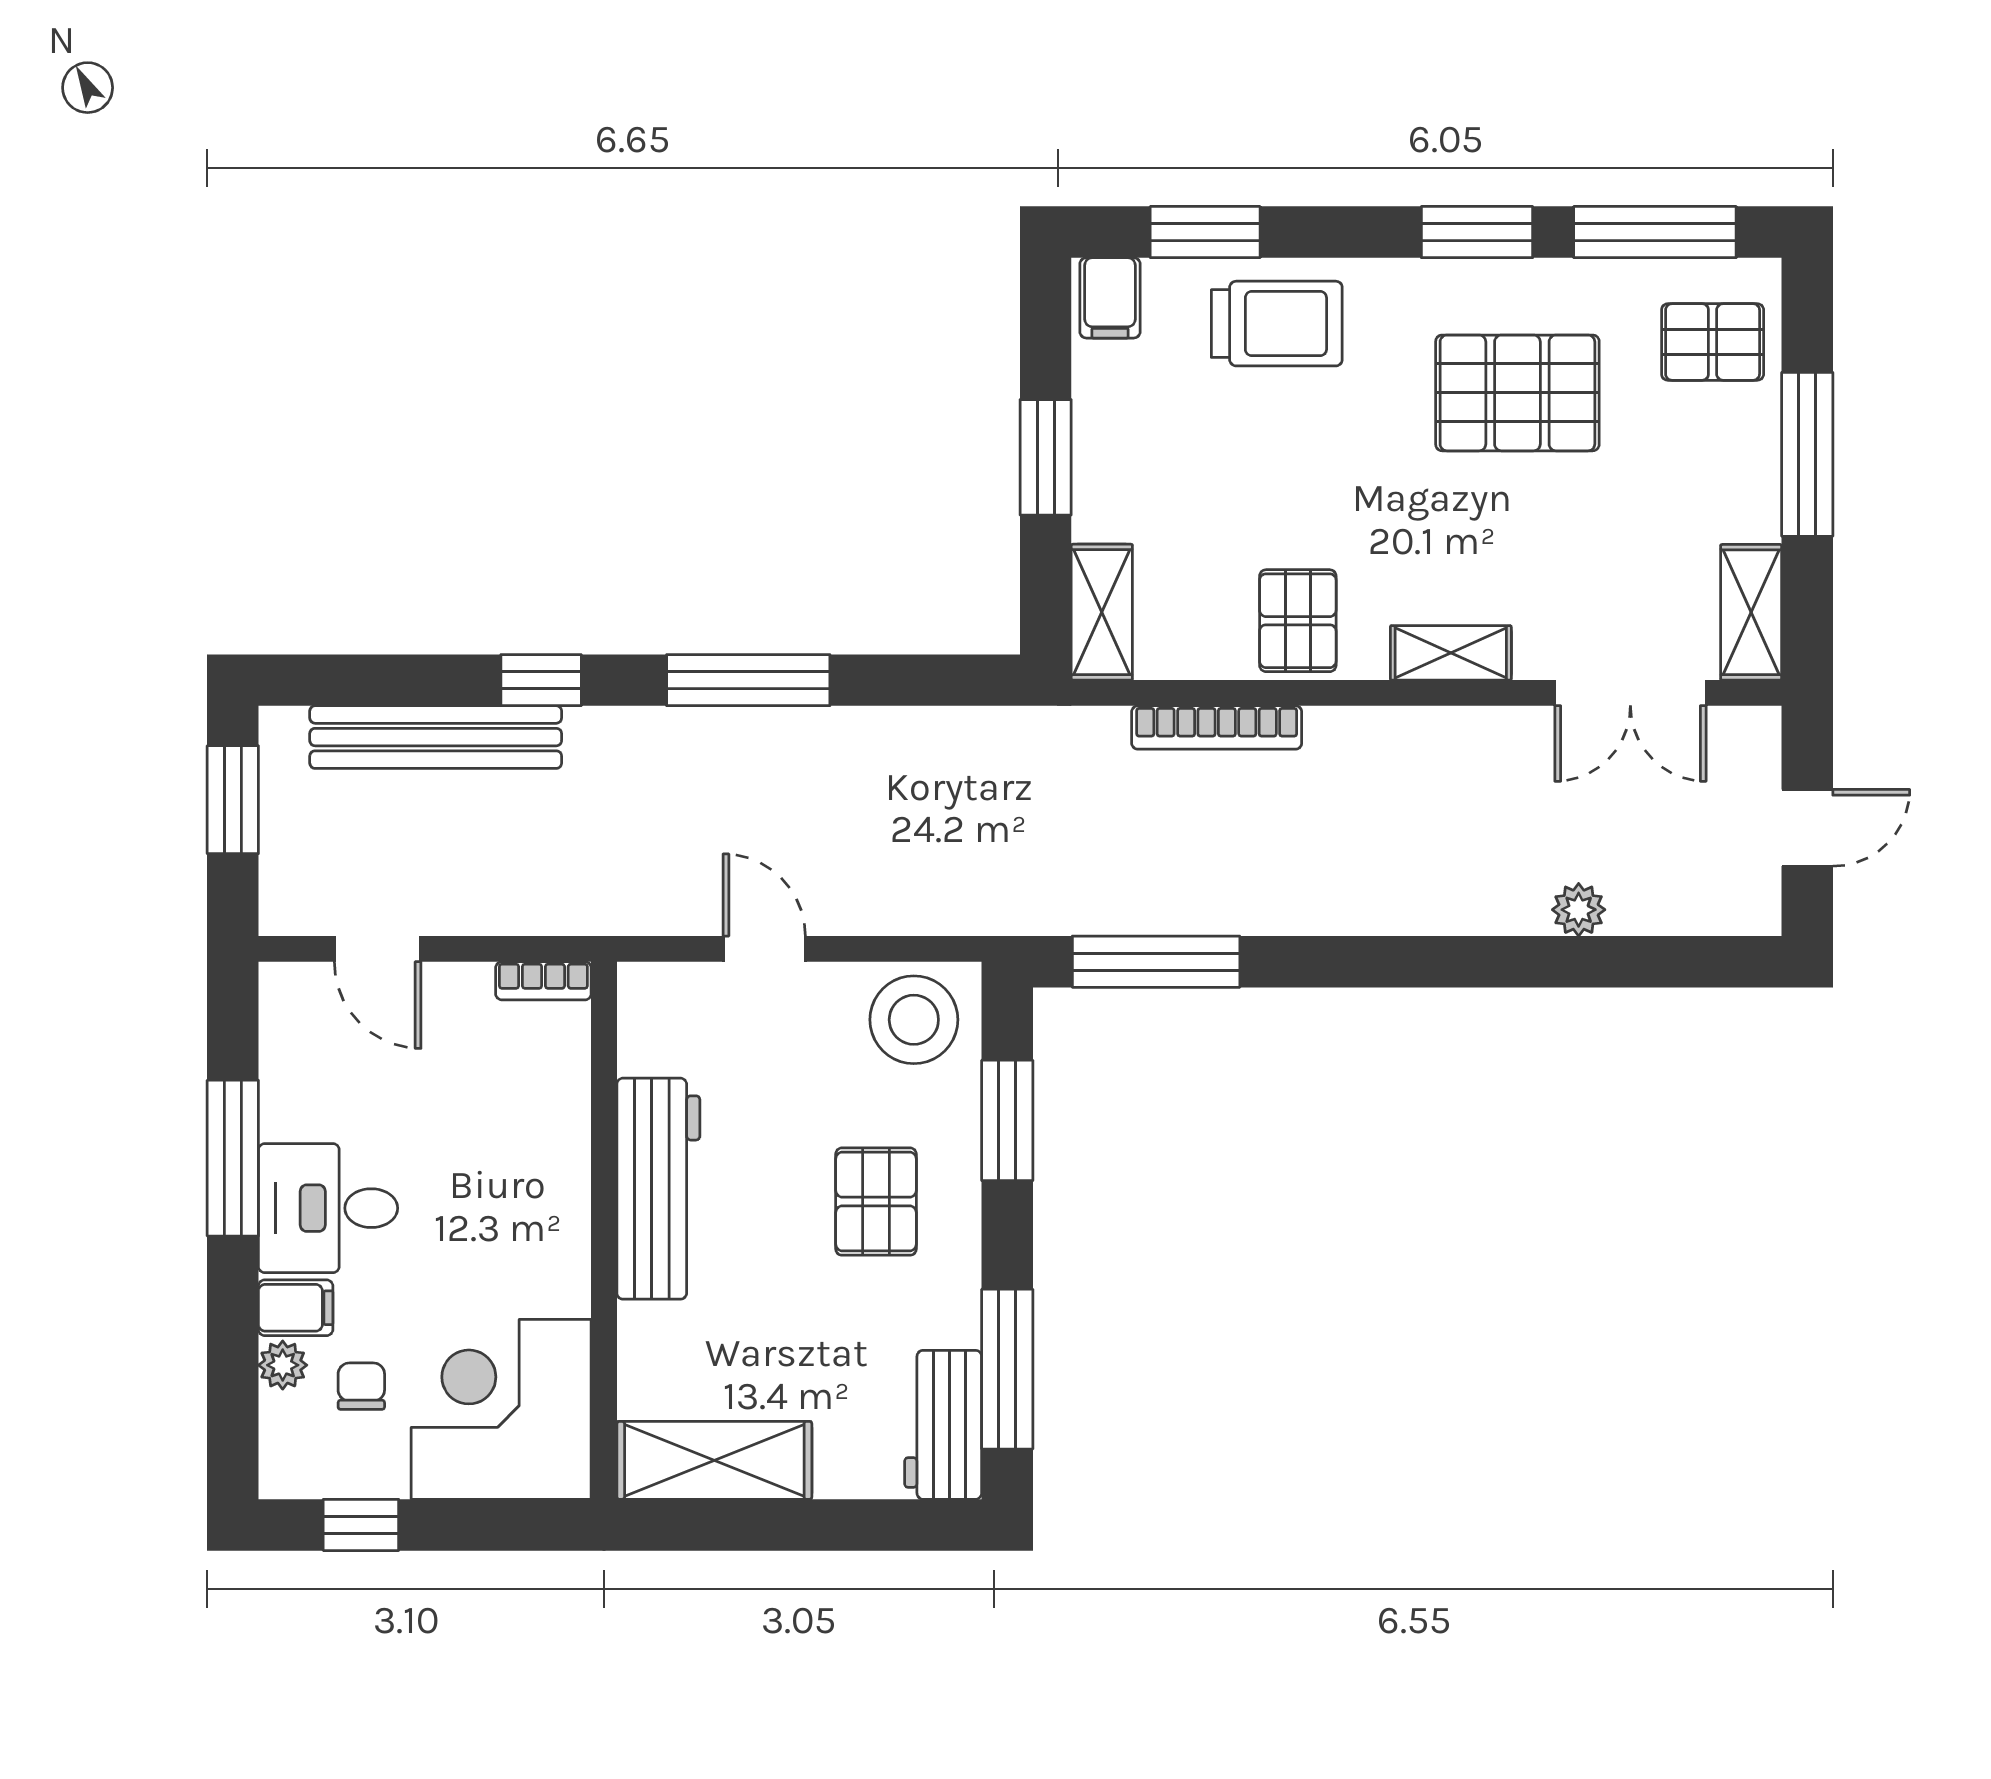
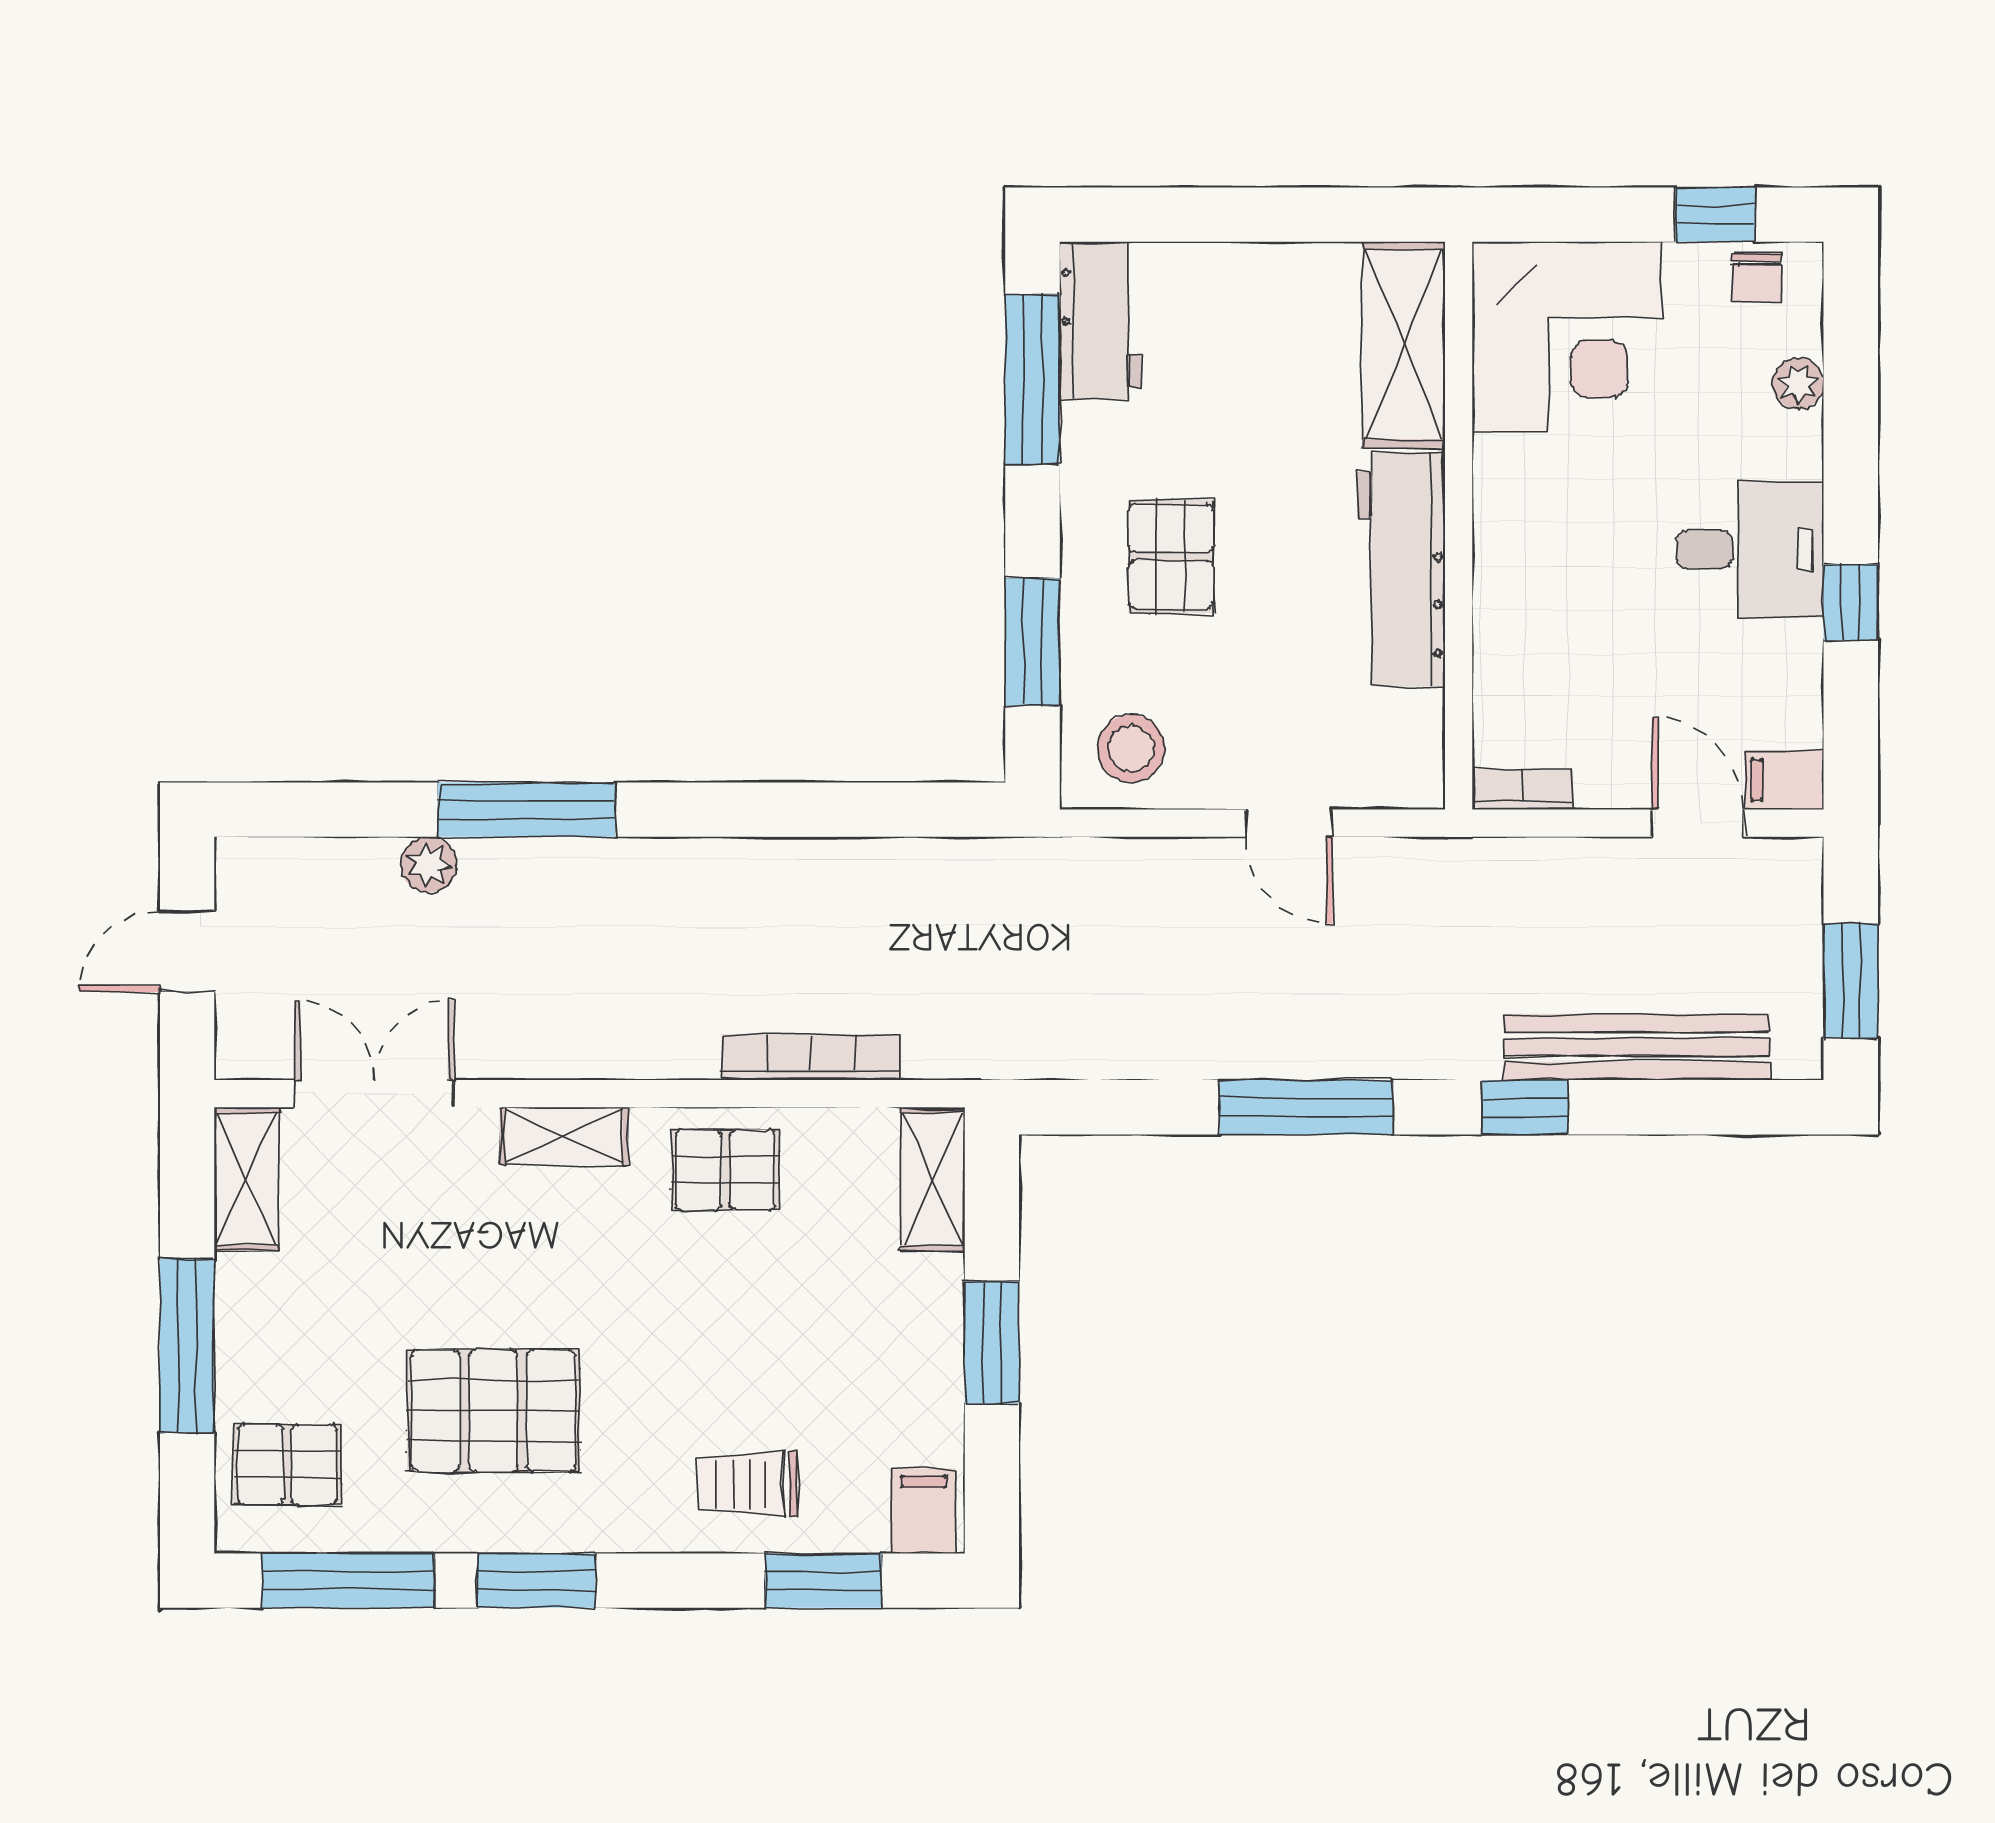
trolley: (1277, 324) -> (748, 1484), width x0.73, depth x0.72
pallet: (1298, 621) -> (725, 1170), turned 90
window: (1156, 962) -> (526, 810), moved
stool: (914, 1020) -> (1131, 748), width x0.73, depth x0.73
window: (233, 1158) -> (1851, 602), width x0.46
filing cabinet: (296, 1308) -> (1784, 780), moved
chair: (361, 1386) -> (1756, 278), moved
shelving: (714, 1460) -> (1404, 345), moved, turned 90

